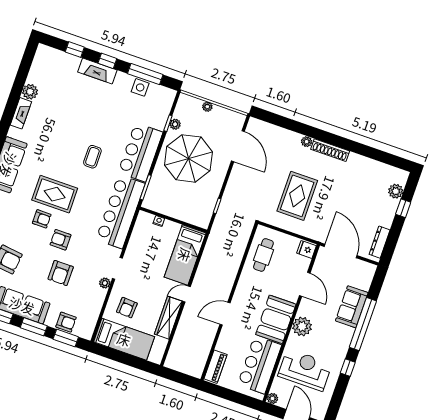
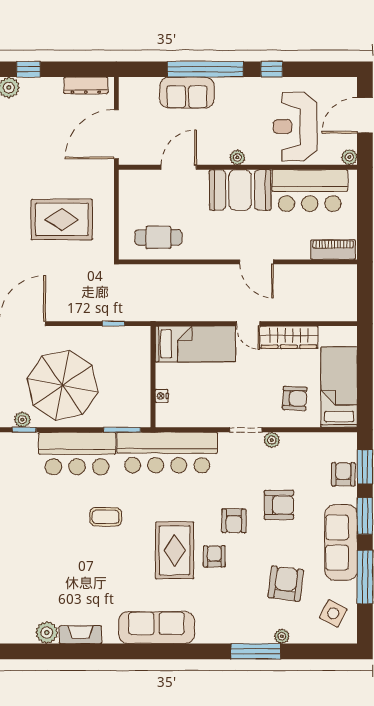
fridge: (307, 249) -> (130, 181), removed
plant: (302, 326) -> (237, 157), width x0.53, depth x0.53

